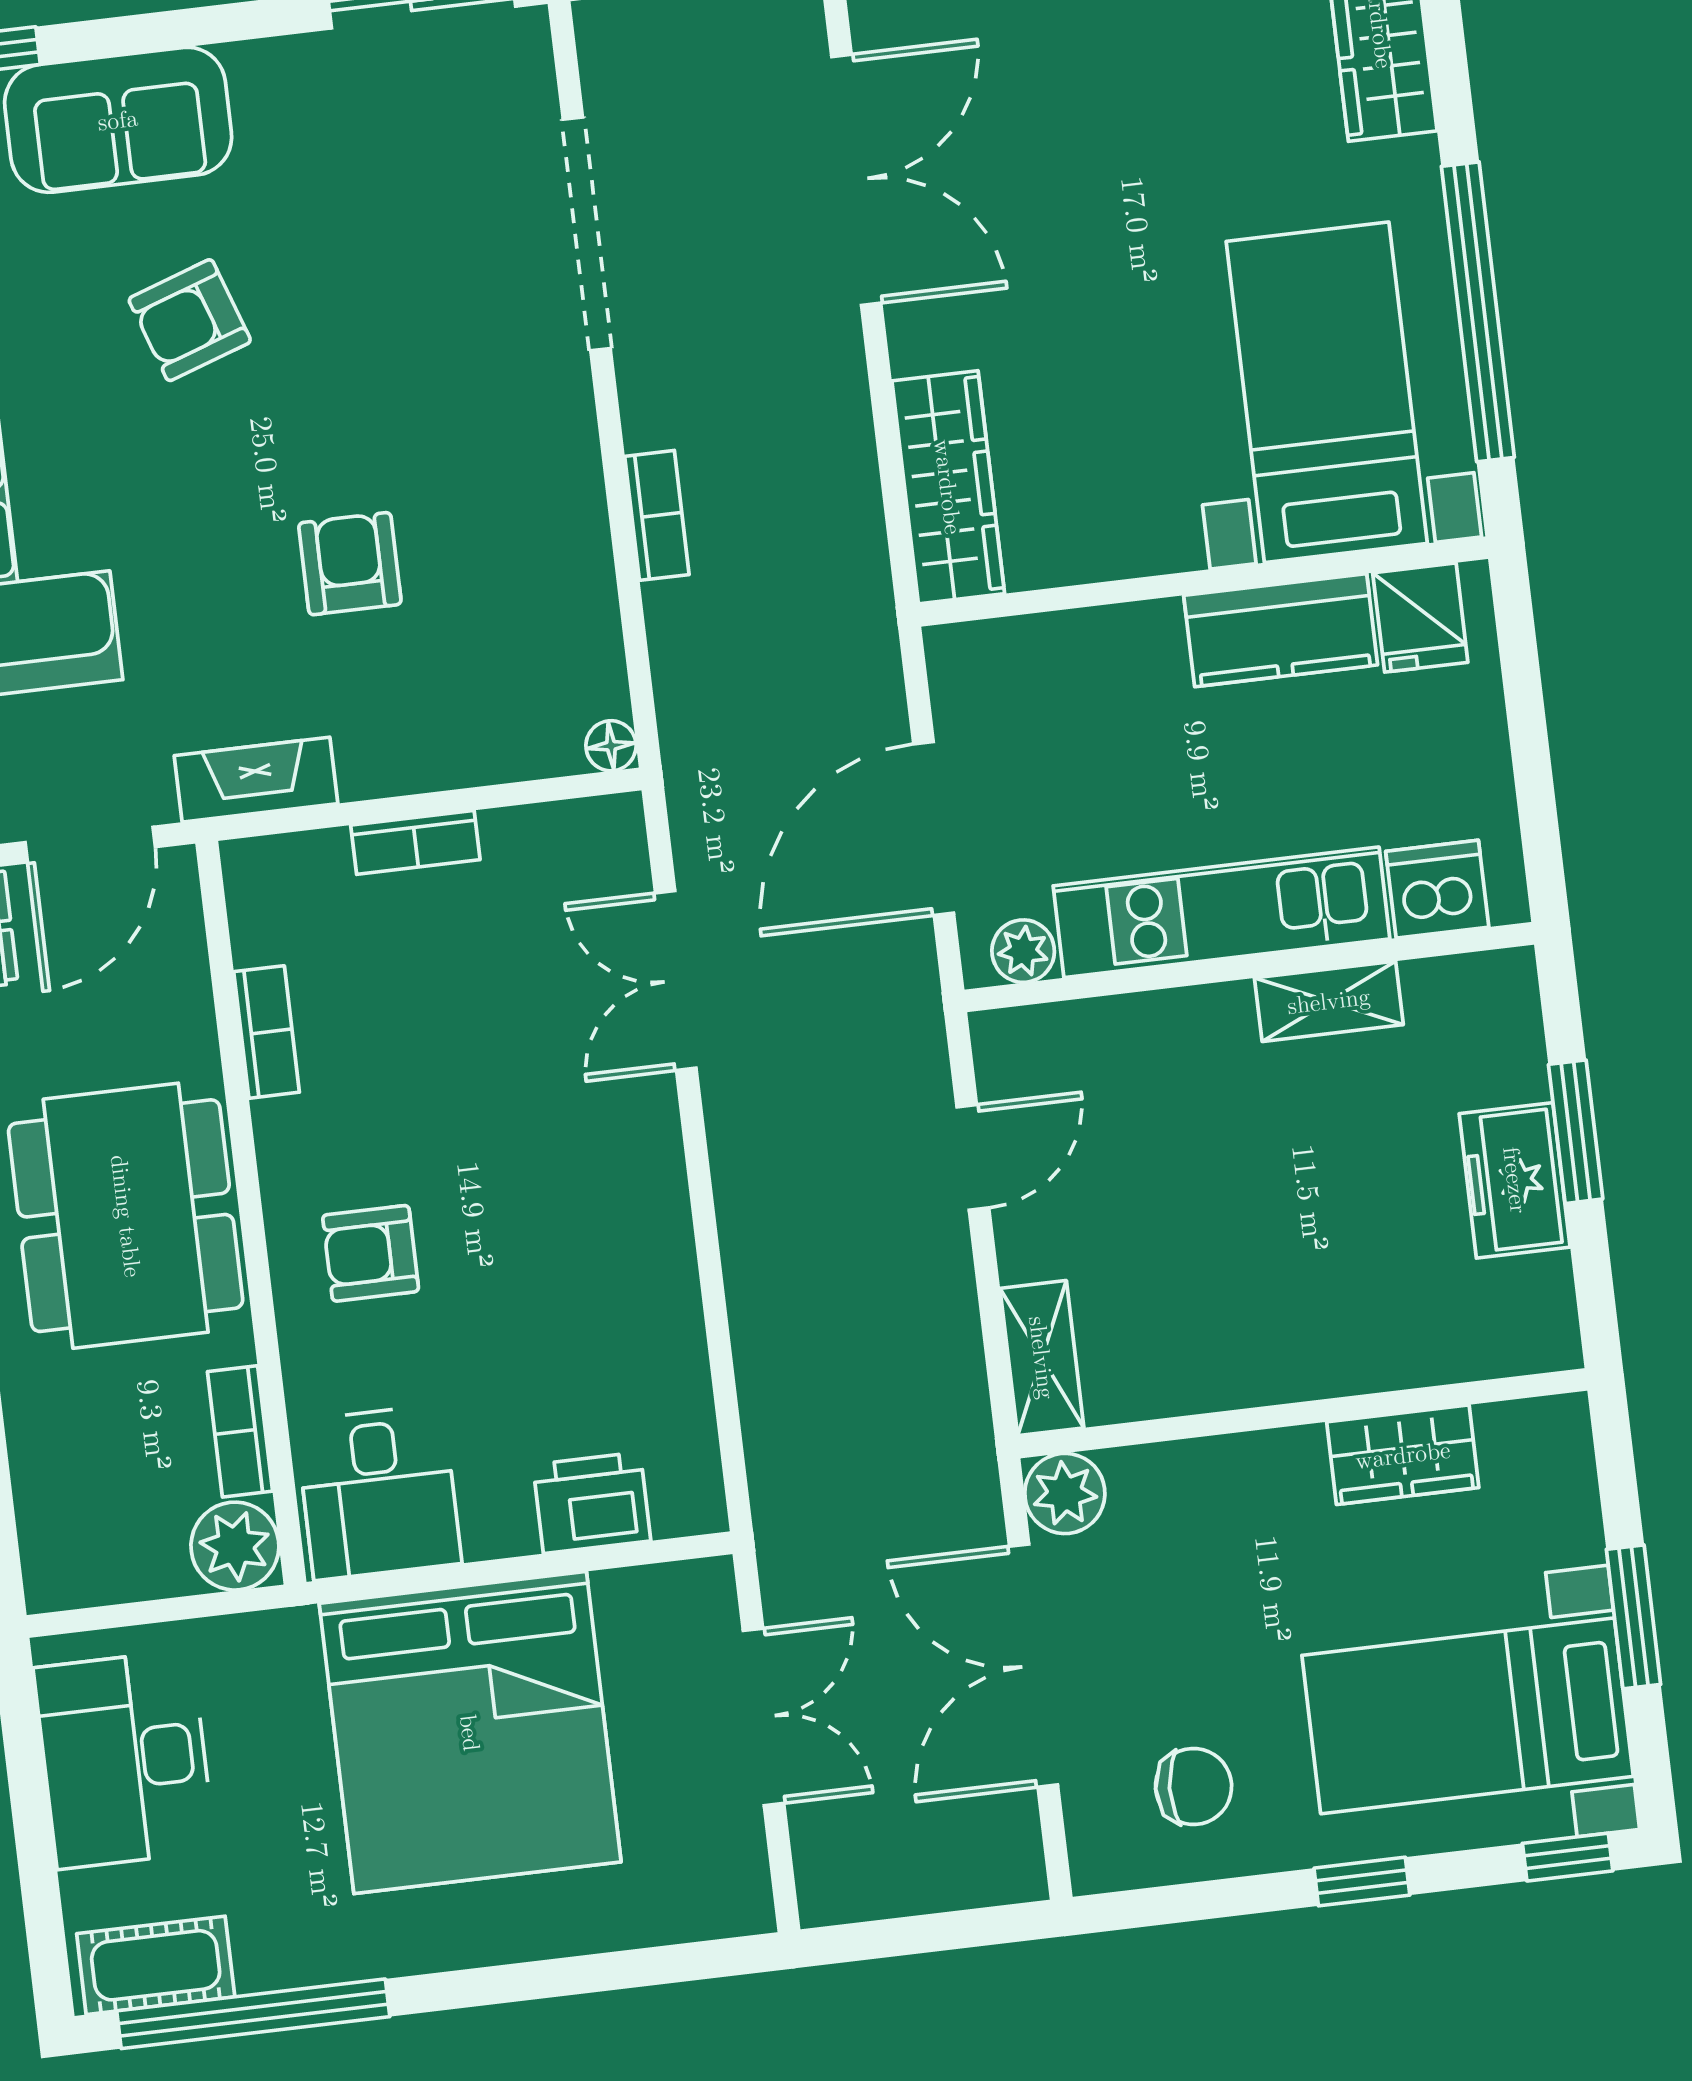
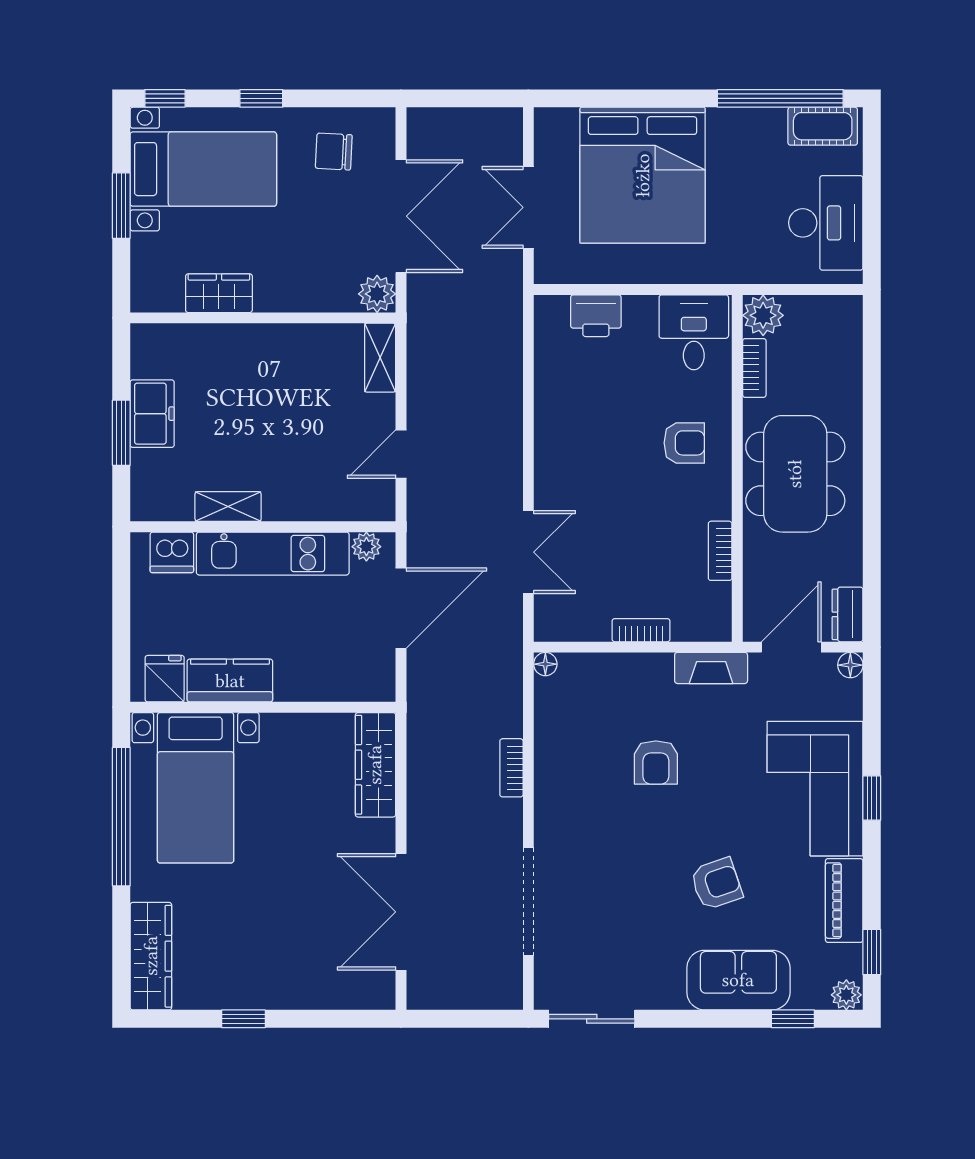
bed: (470, 1733) -> (643, 175), moved, turned 180

